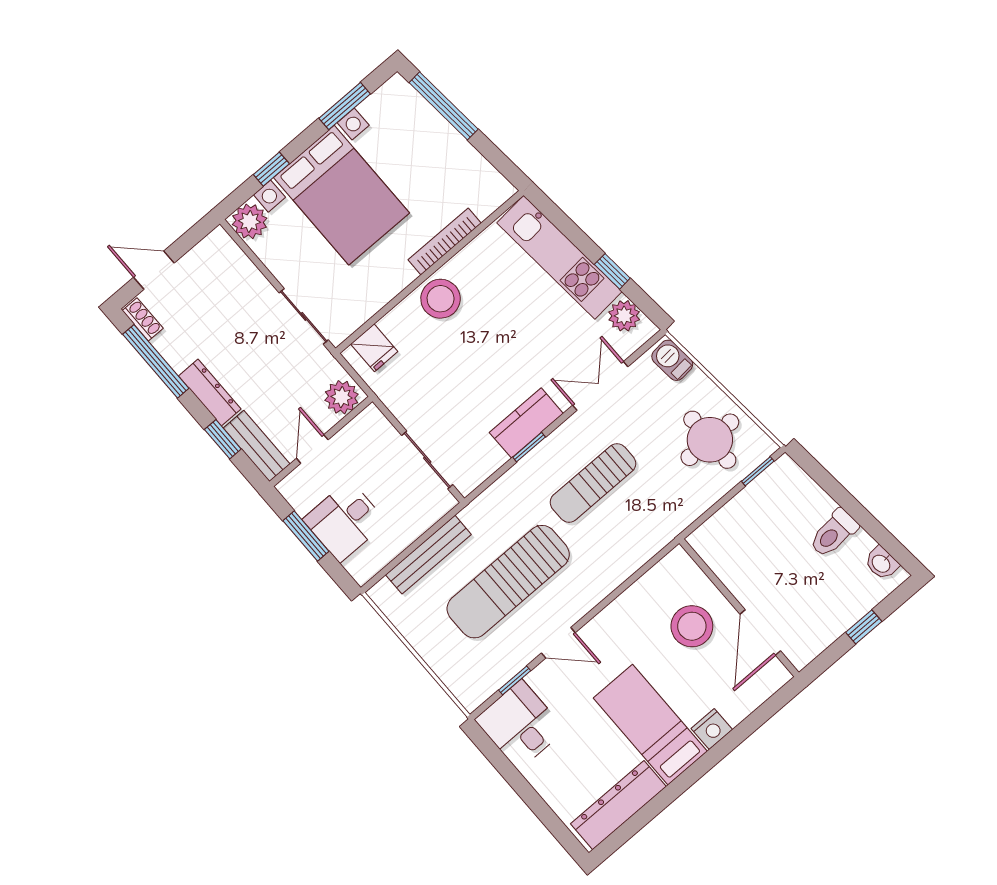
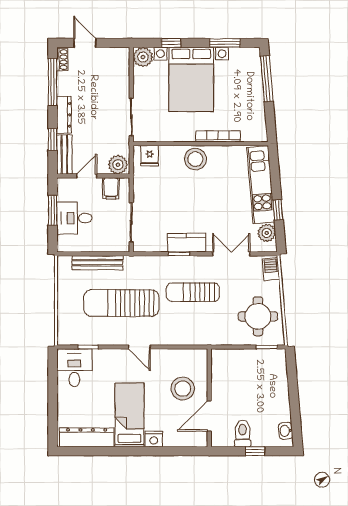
filing cabinet: (360, 438) -> (111, 188), added
toilet: (834, 533) -> (243, 433), moved, turned 95
door: (558, 643) -> (139, 347), moved

